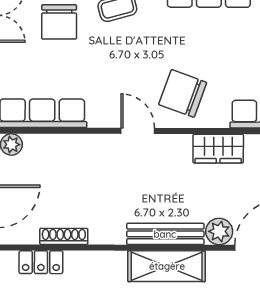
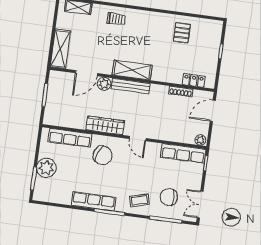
chair: (59, 22) -> (169, 197), turned -90
chair: (183, 93) -> (103, 155), moved
wardrobe: (218, 149) -> (105, 125), width x1.50

